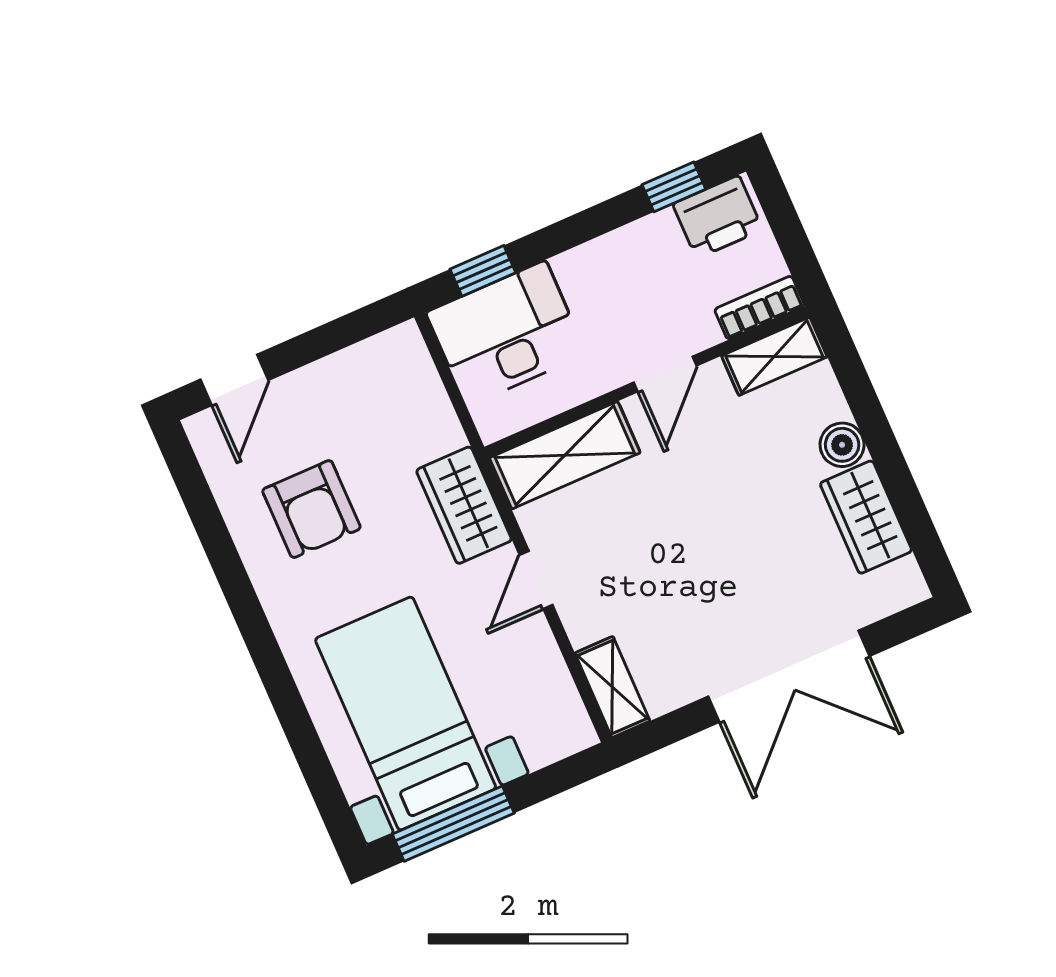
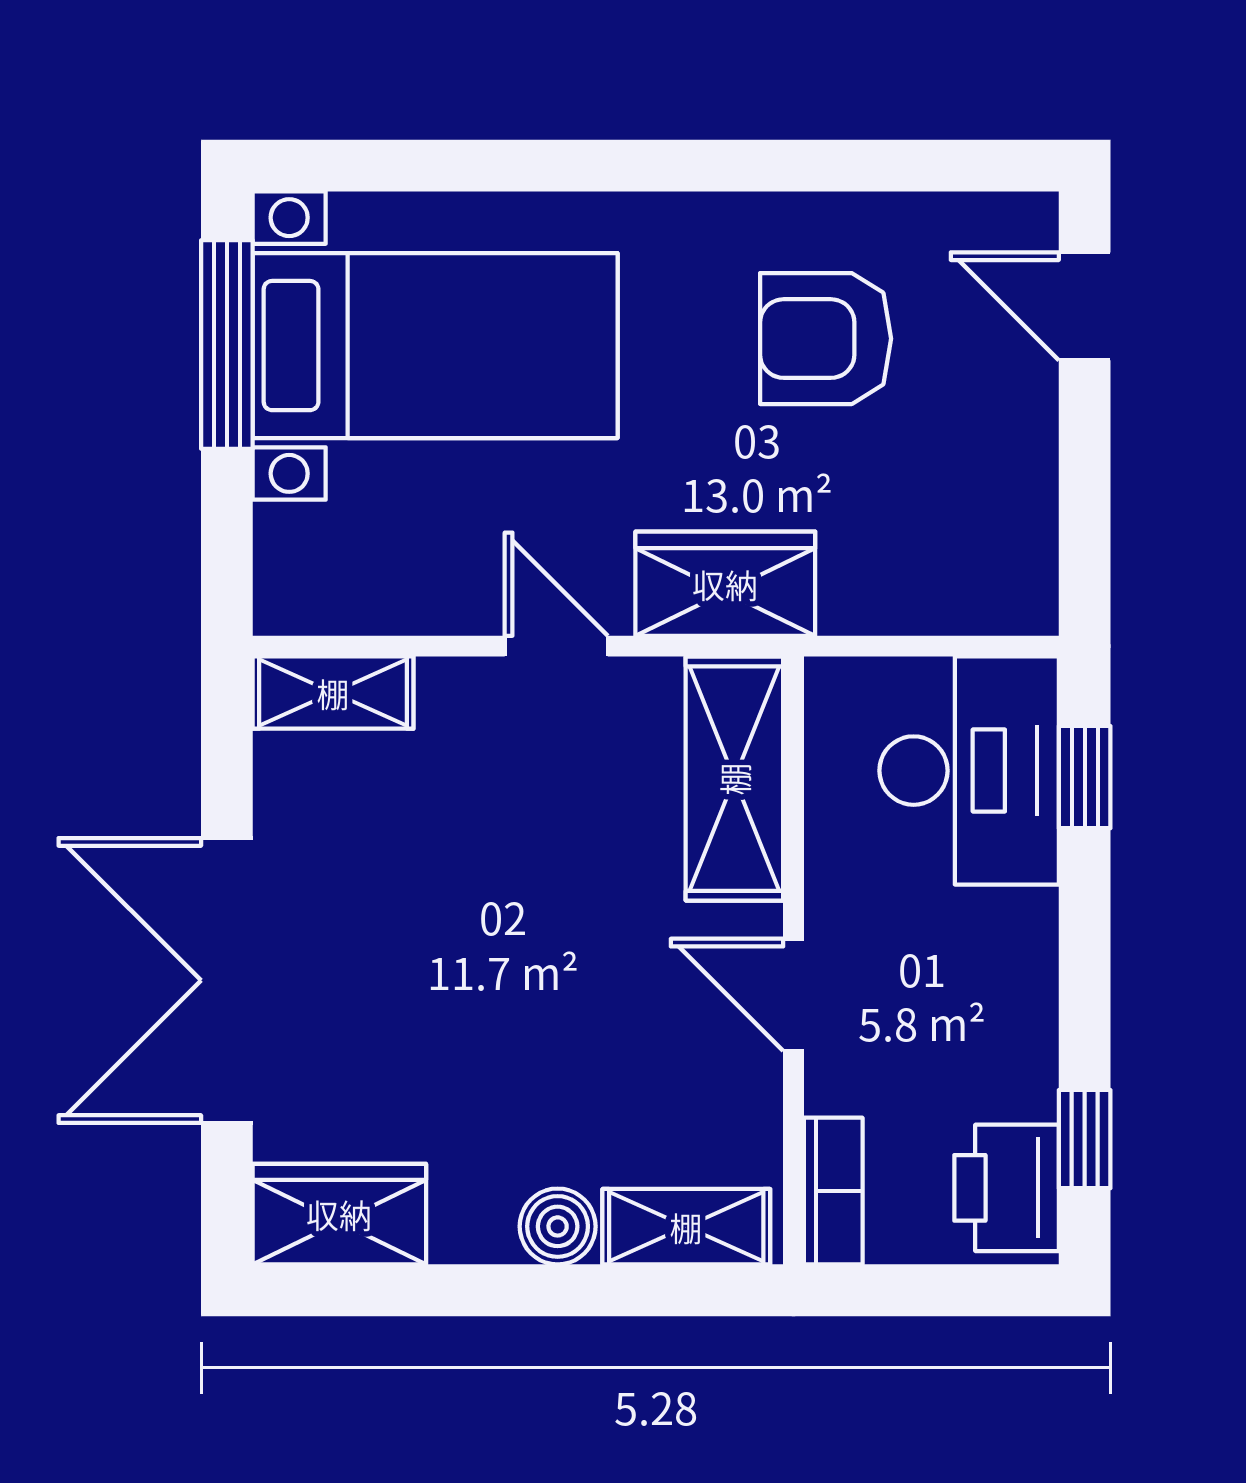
shelving: (774, 356) -> (686, 1227), moved, turned 90
wardrobe: (866, 517) -> (339, 1214), moved

